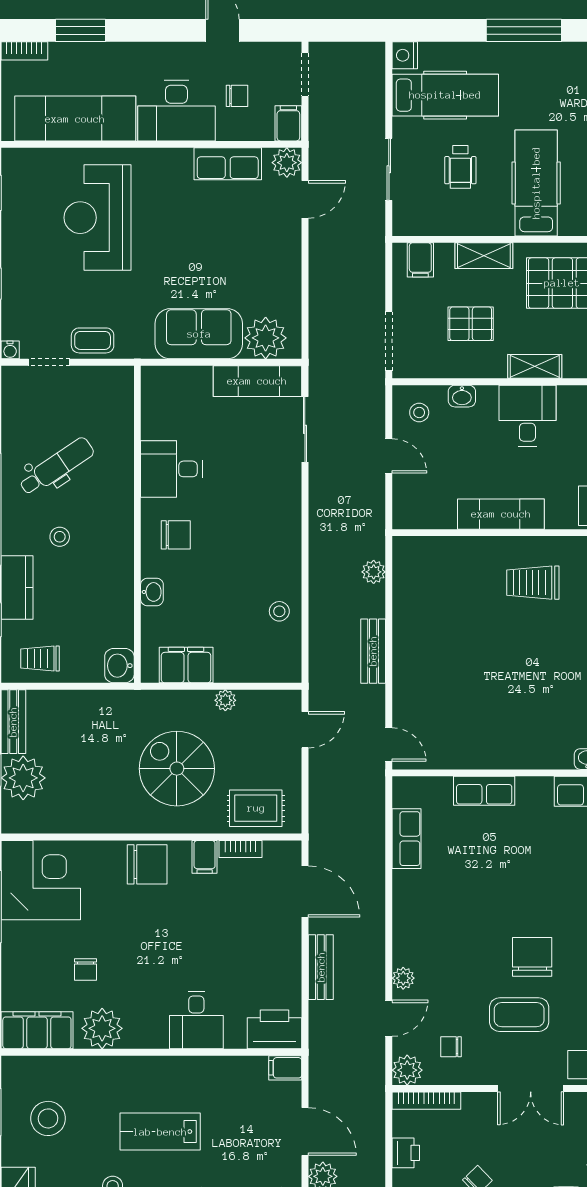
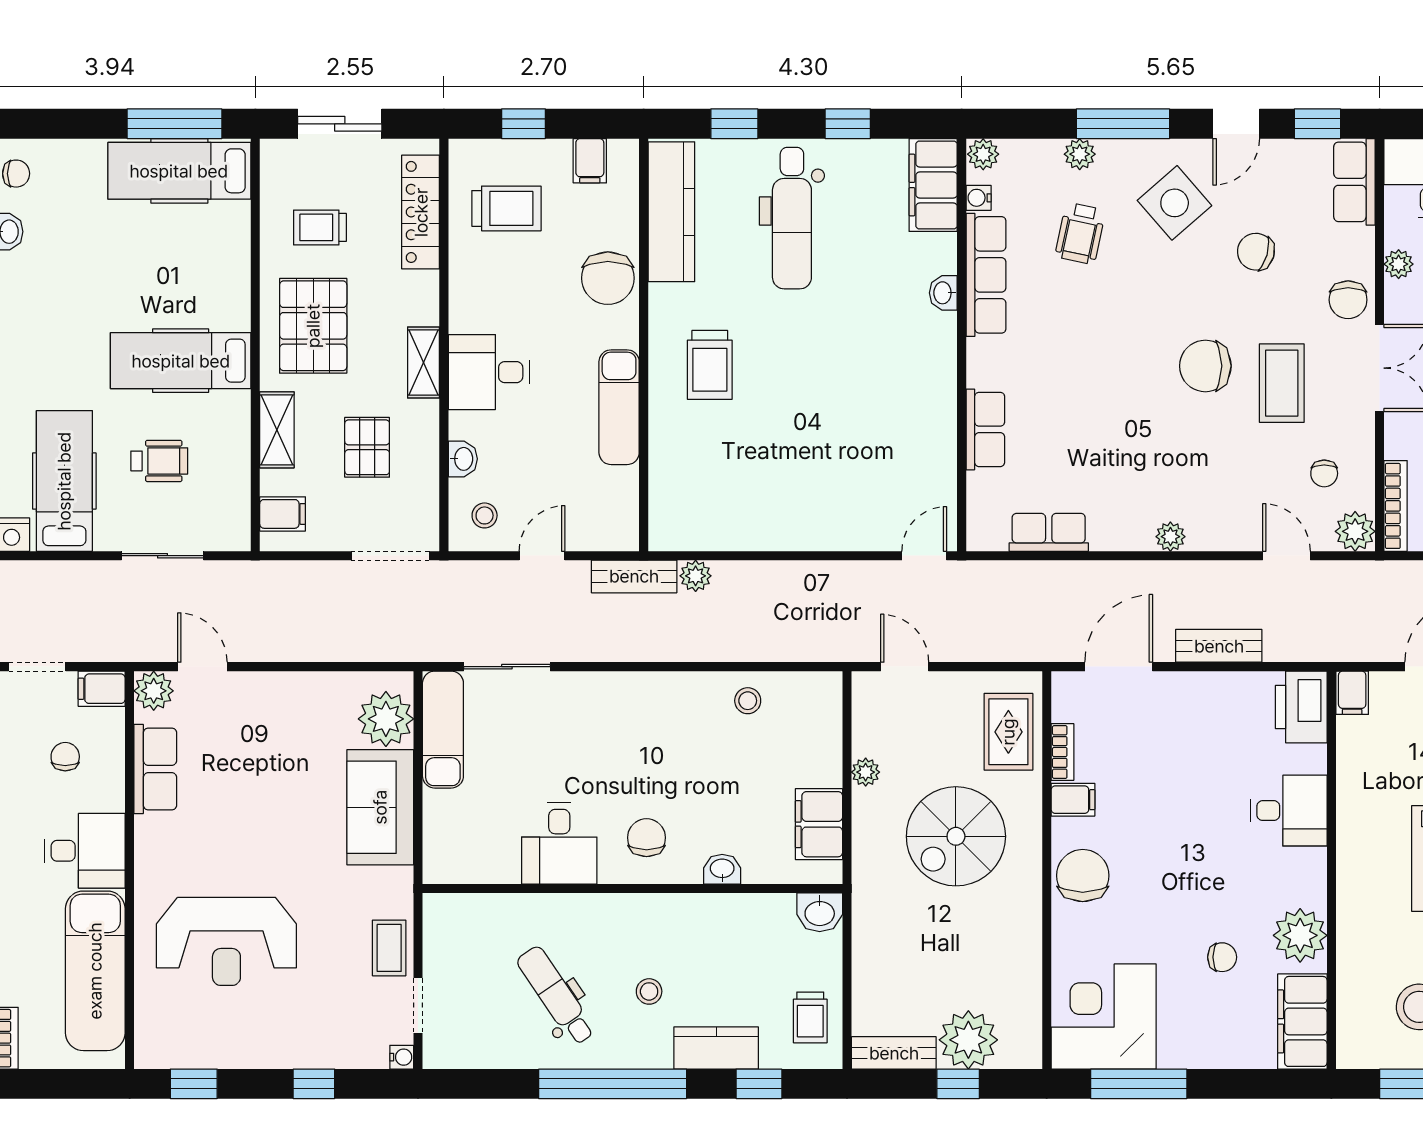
desk: (176, 111) -> (85, 851), width x0.73
bench: (373, 651) -> (634, 576), moved
plant: (403, 978) -> (1170, 537), moved

